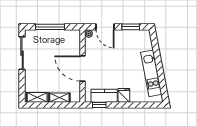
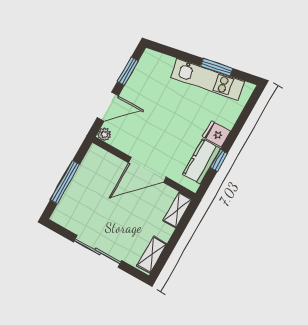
sliding door: (22, 53) -> (98, 251), moved
window: (161, 75) -> (217, 67), added
shelving: (59, 98) -> (178, 210), moved
window: (99, 105) -> (219, 160), moved

